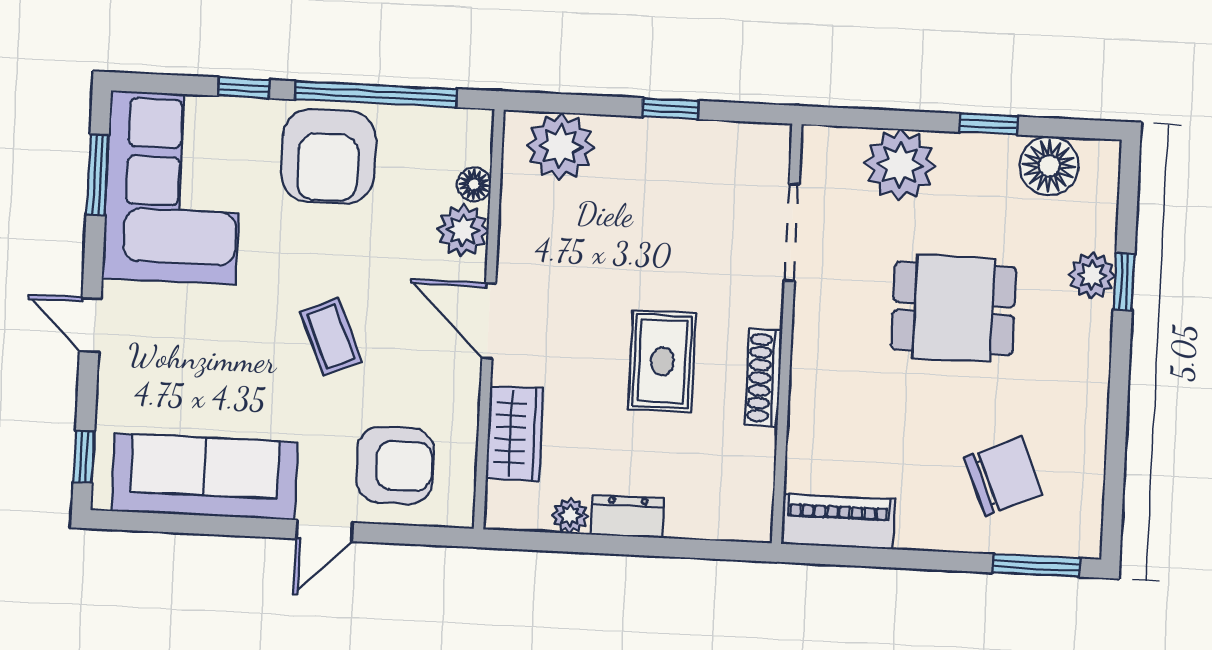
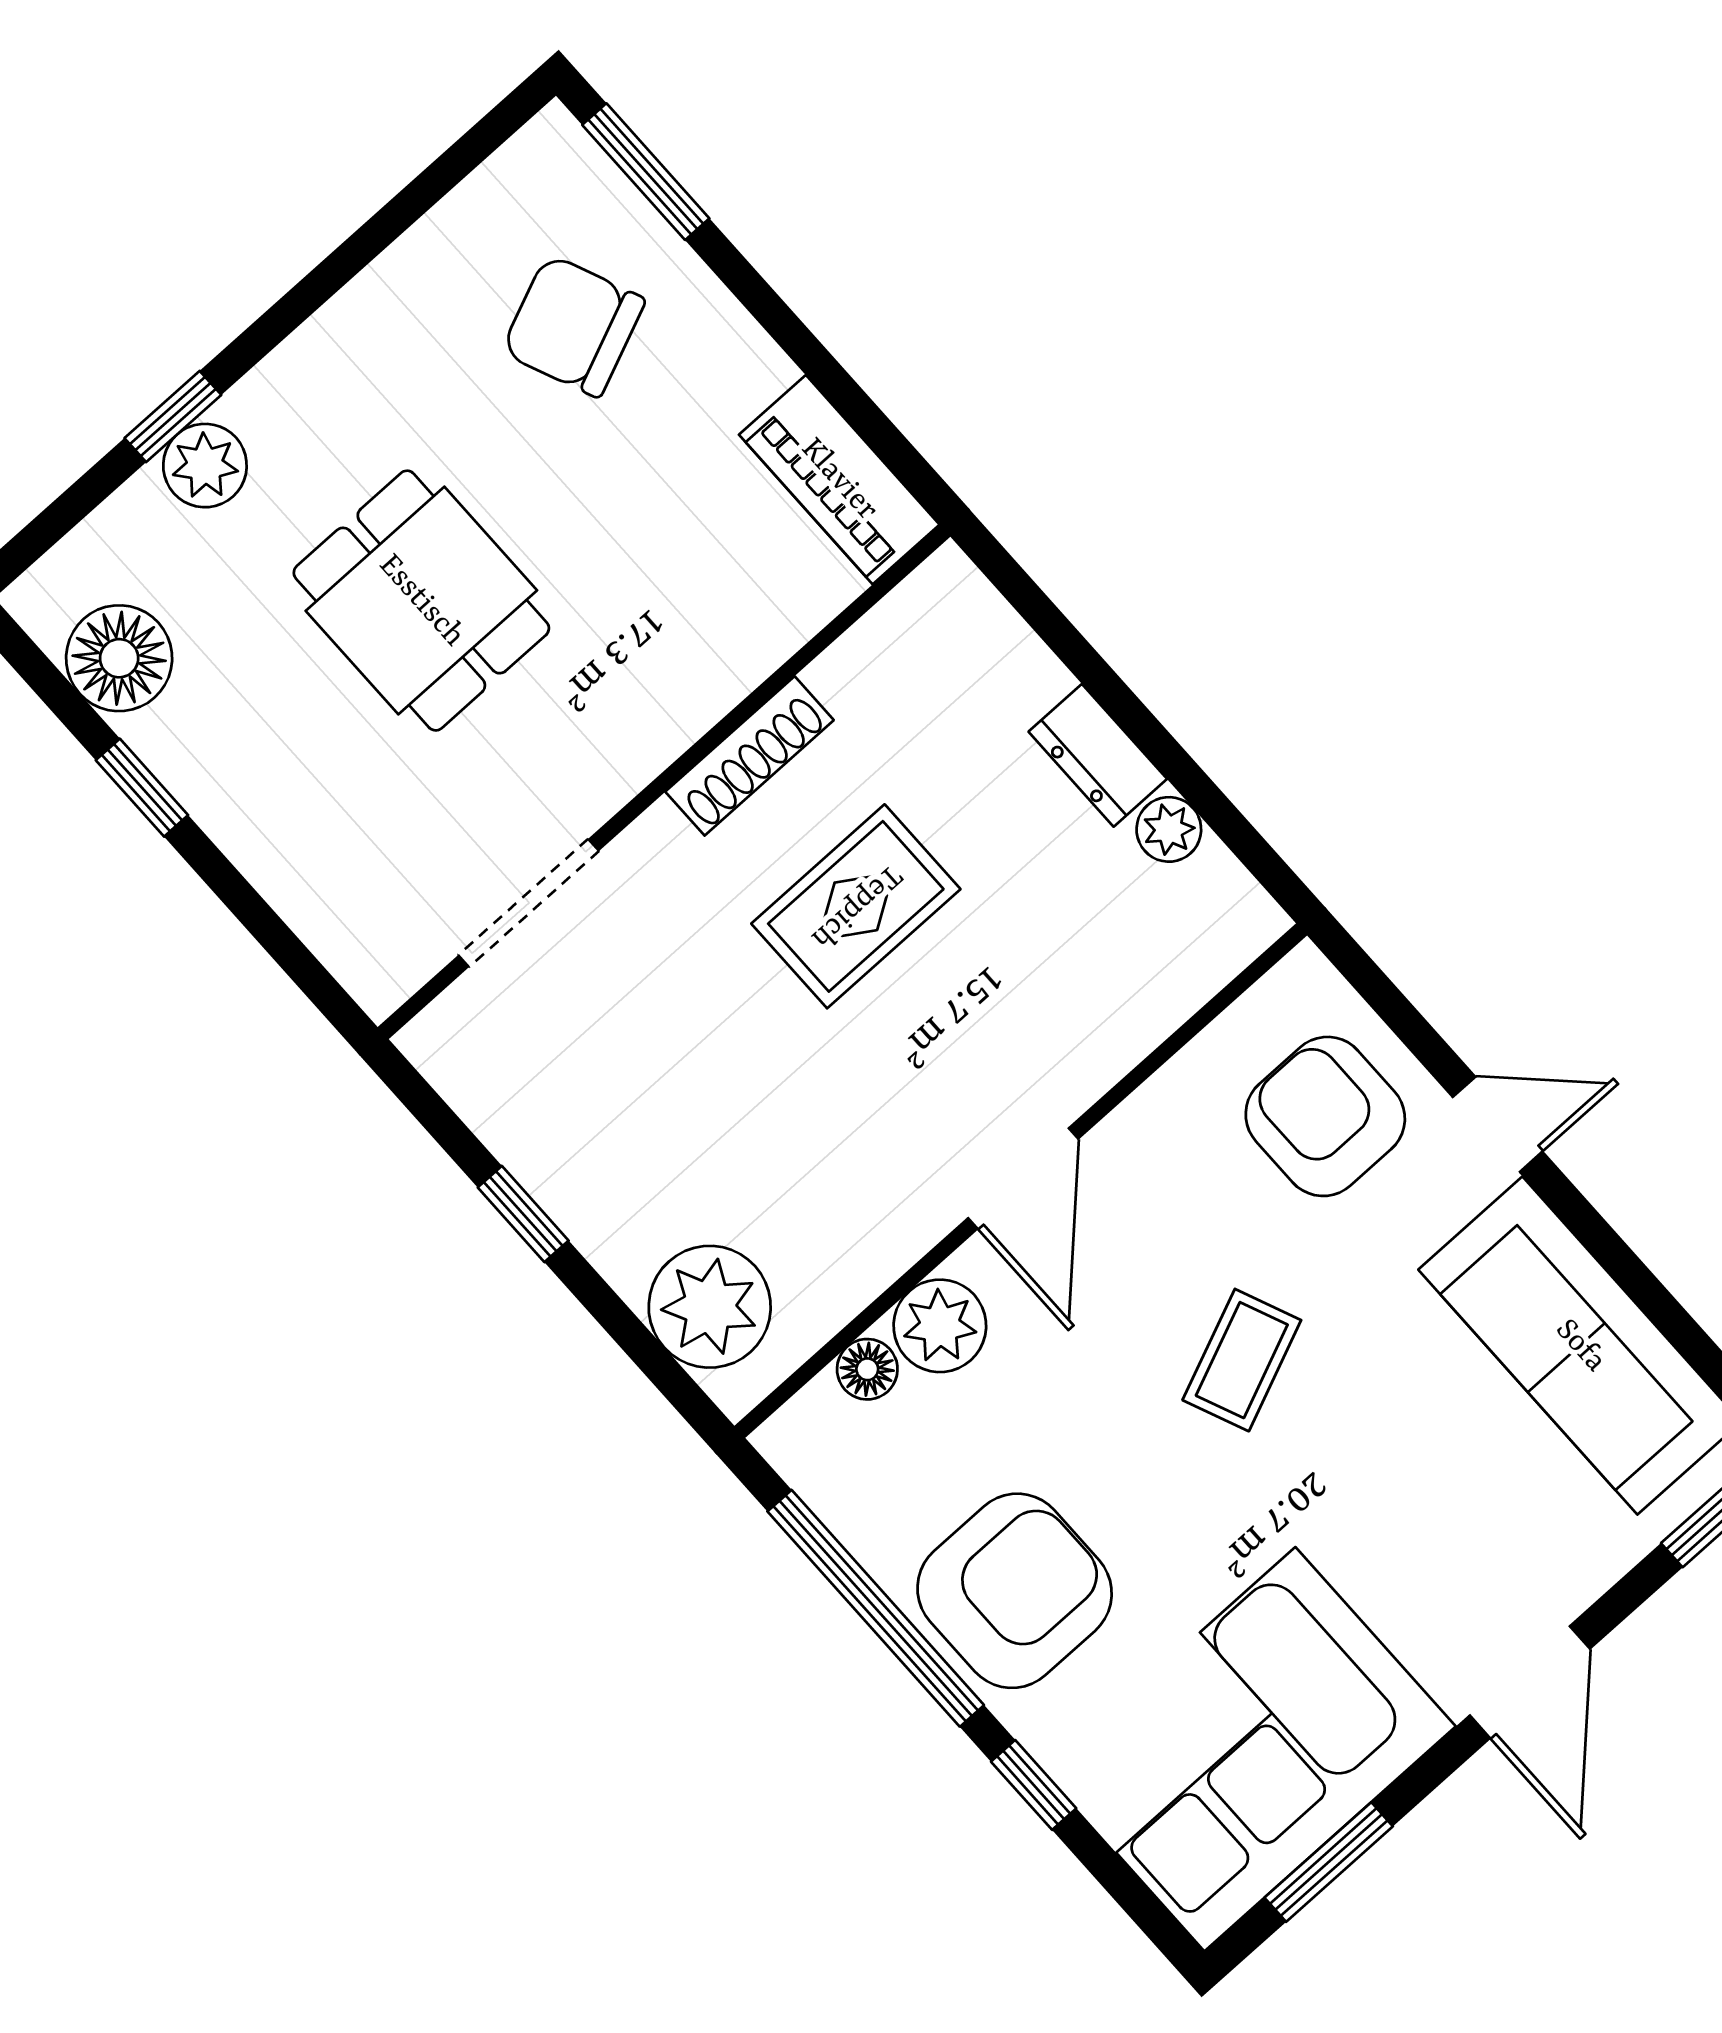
plant: (900, 165) -> (306, 850), removed
door: (90, 325) -> (1530, 1682), width x1.38
wardrobe: (515, 433) -> (1134, 1004), removed

